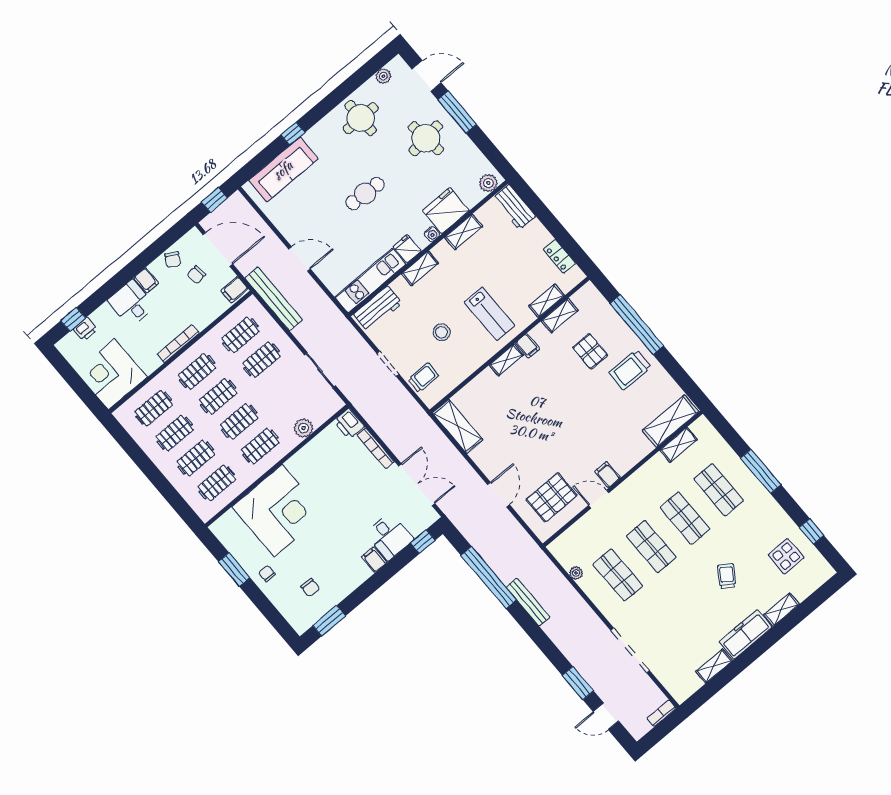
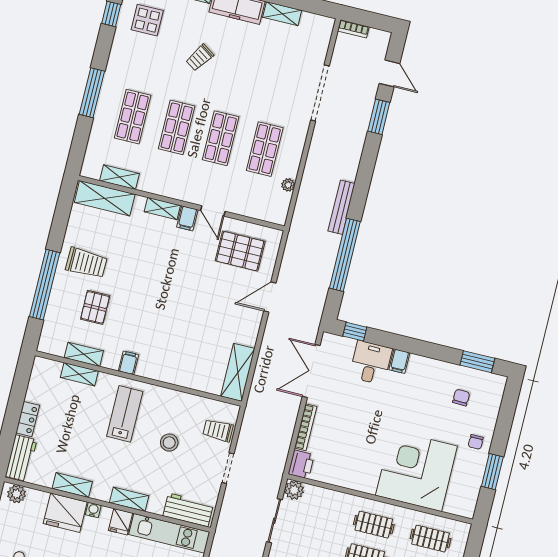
locker: (559, 256) -> (28, 419), moved
shelving: (506, 360) -> (162, 208), moved
plant: (303, 428) -> (294, 490), moved

